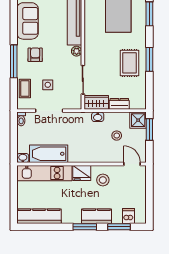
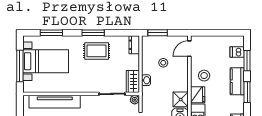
plant: (77, 51) -> (135, 100), moved
dresser: (119, 104) -> (134, 45), moved
shower: (138, 120) -> (181, 99), moved

